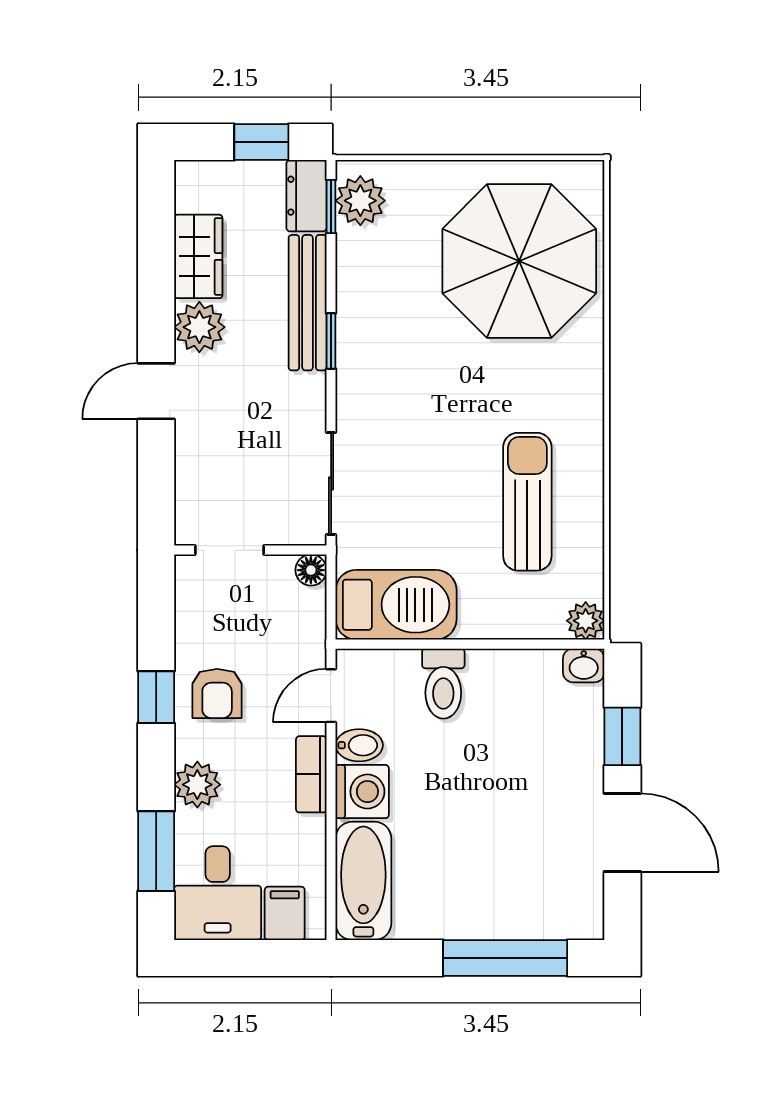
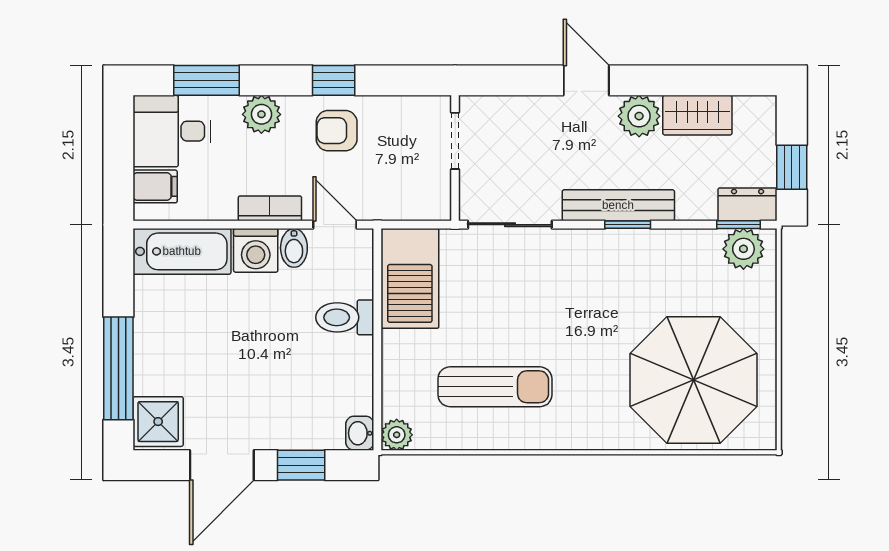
bench: (308, 303) -> (618, 205), moved
floor lamp: (311, 570) -> (438, 208), removed
shower: (570, 910) -> (158, 422), added

